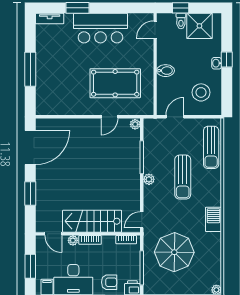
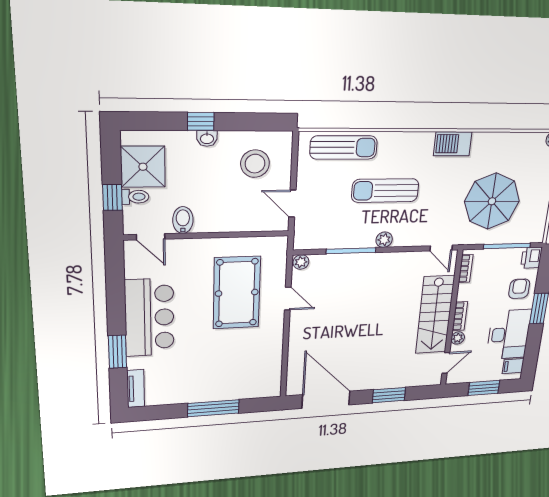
bidet: (166, 71) -> (183, 220), moved
sun lounger: (183, 177) -> (385, 191), turned 180

